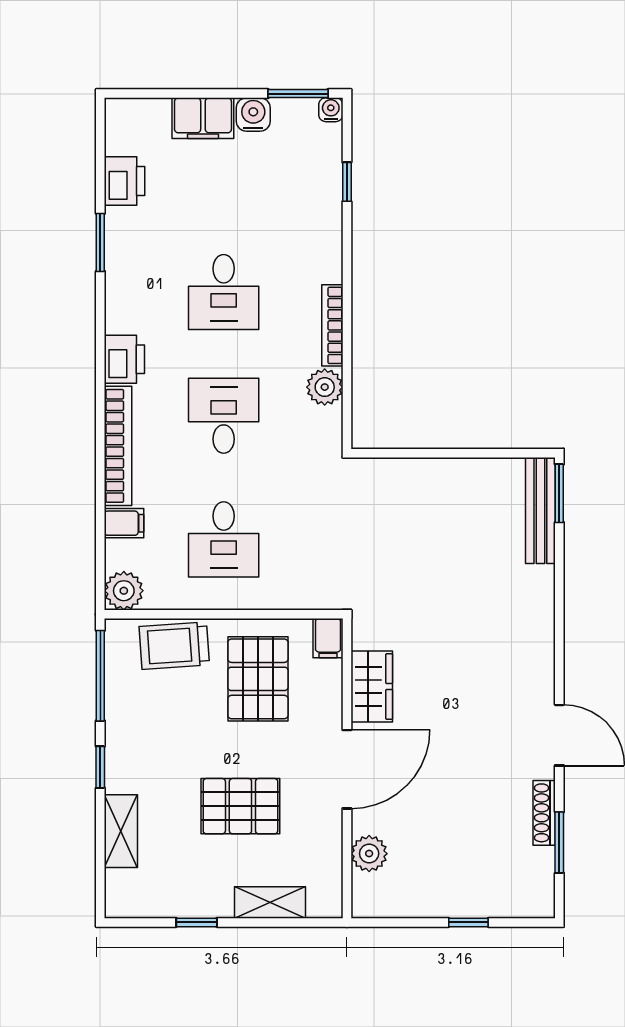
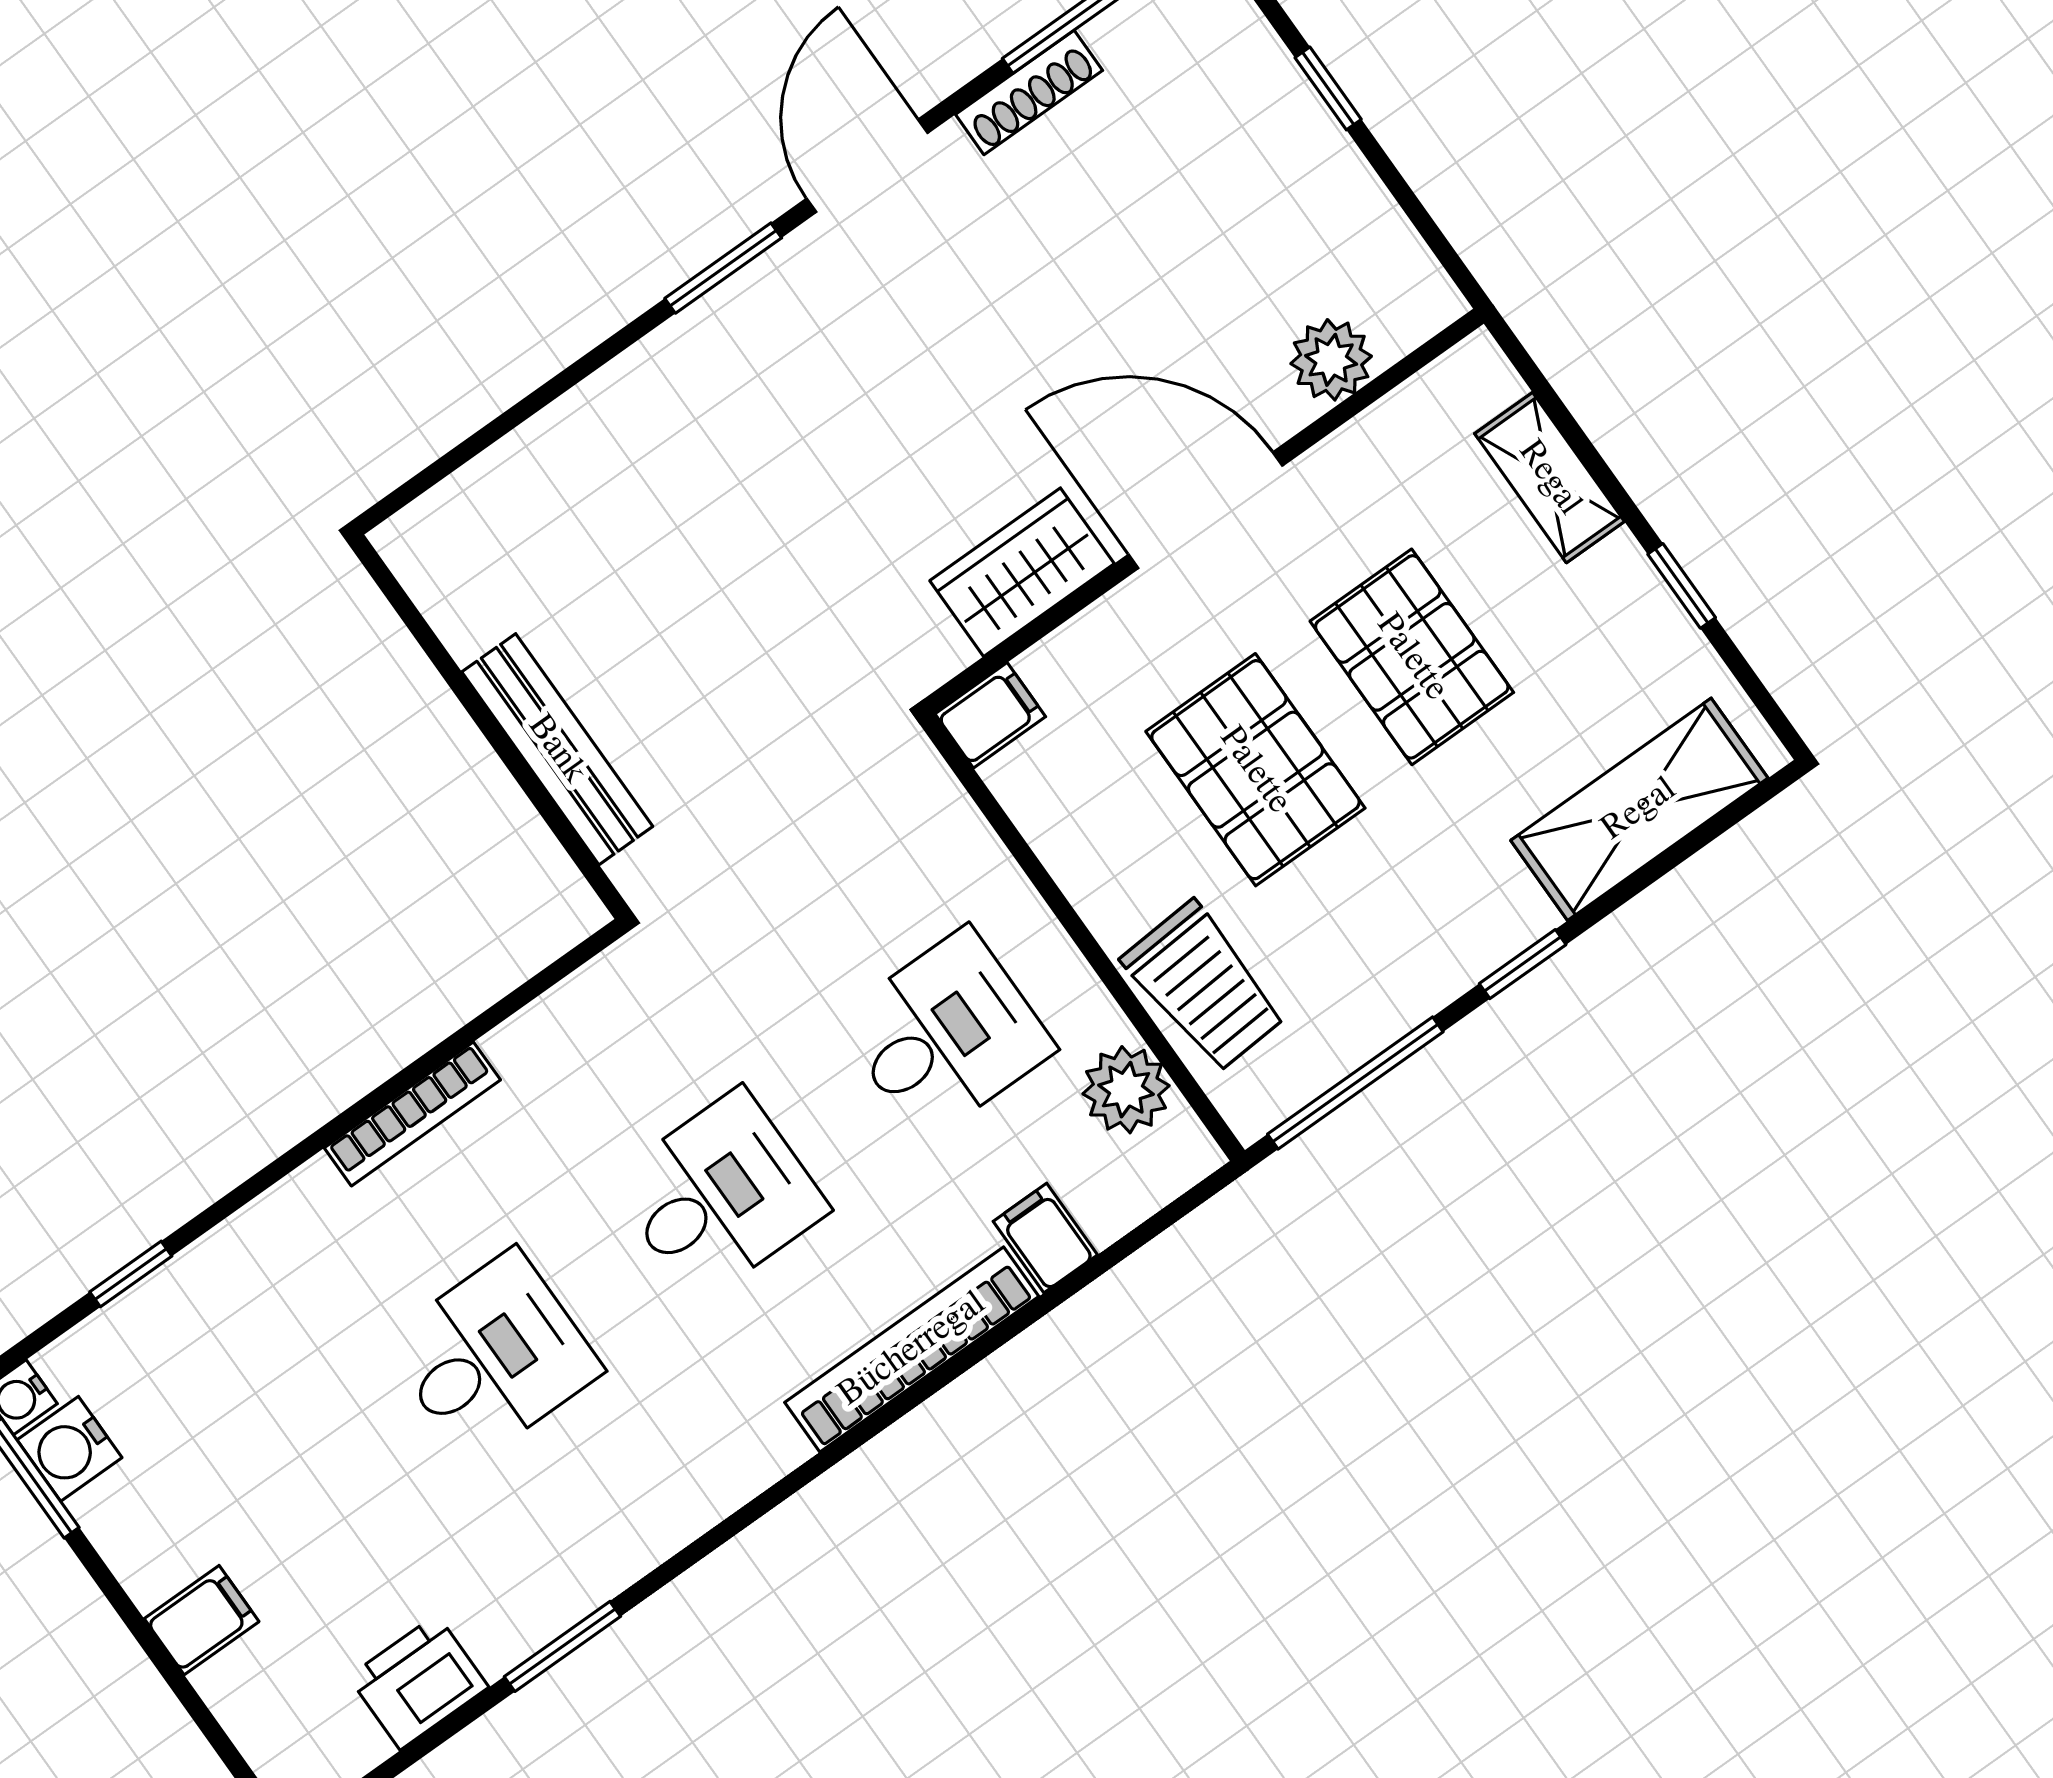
water cooler: (253, 114) -> (70, 1449), moved
filing cabinet: (203, 118) -> (202, 1620), width x0.50
printer: (124, 359) -> (745, 1451), removed
plant: (325, 387) -> (535, 1048), removed
desk: (224, 416) -> (719, 1195), turned 180
window: (559, 493) -> (723, 268), moved
bench: (540, 511) -> (557, 749), moved, turned 90
plant: (124, 591) -> (1126, 1090), moved
pallet: (258, 679) -> (1255, 770), moved, turned 90
shelving: (121, 831) -> (1639, 809), width x1.50, depth x1.33

